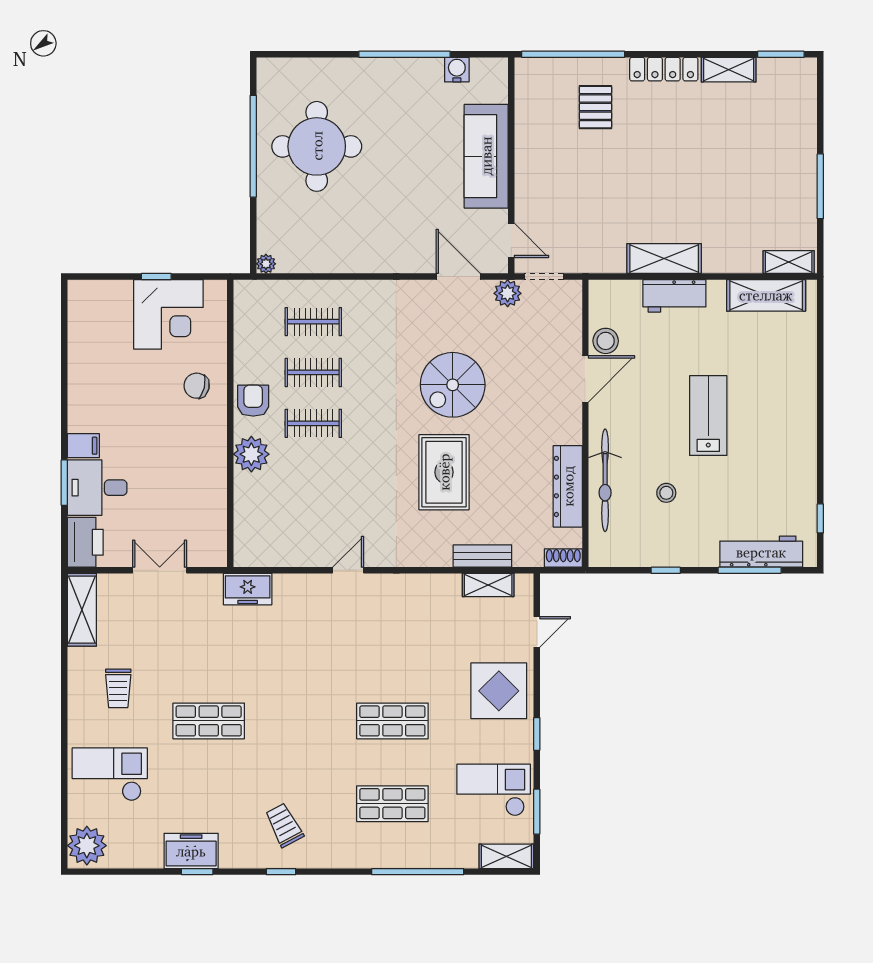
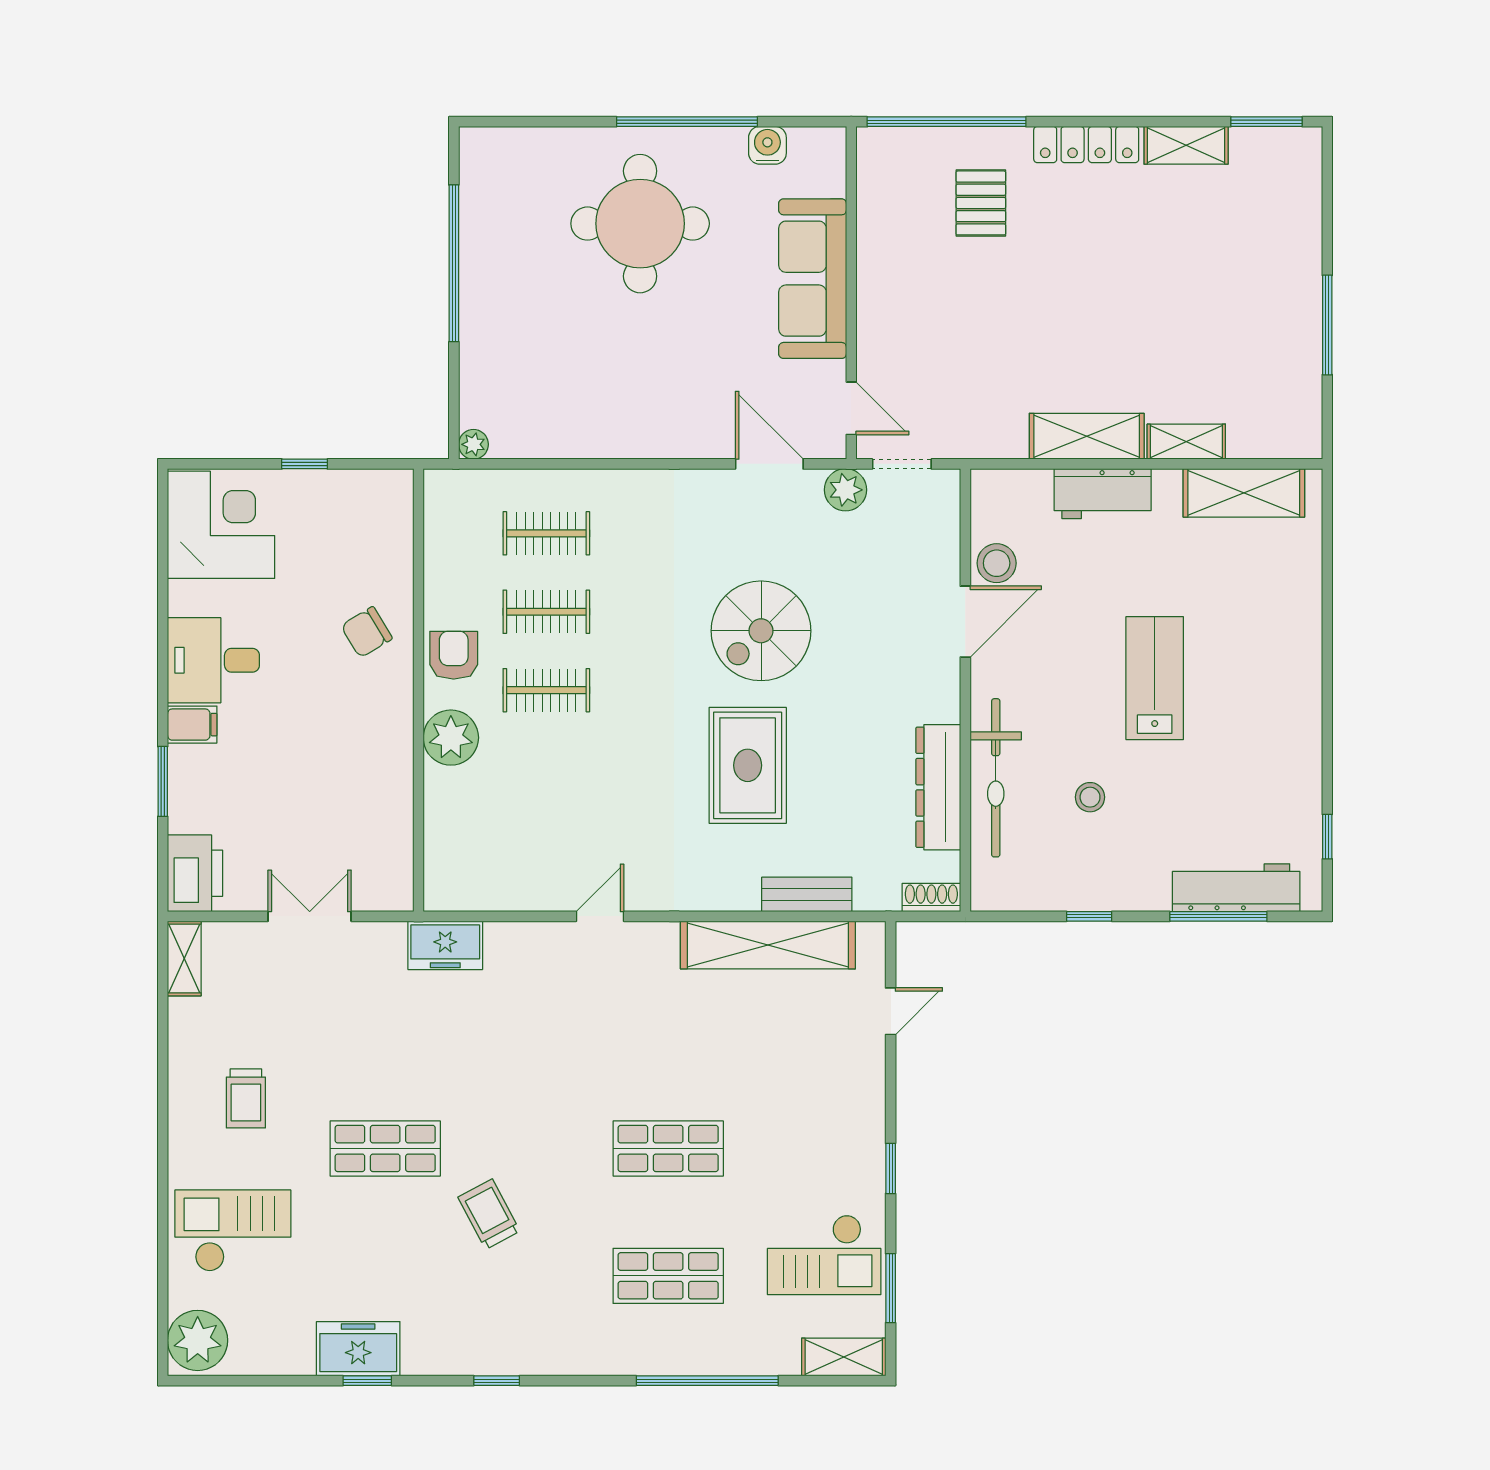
round table: (317, 146) -> (640, 224), moved
shelving: (789, 262) -> (1186, 442), moved
corner desk: (168, 314) -> (221, 525), moved, turned -90
chair: (197, 386) -> (367, 632), turned -44
desk: (97, 488) -> (213, 660), moved
shelving: (488, 585) -> (768, 945), width x2.20, depth x1.33
shelving: (82, 610) -> (184, 958), width x0.67, depth x0.75
display table: (499, 691) -> (832, 1102), removed
checkout: (494, 790) -> (824, 1255), turned 180
trolley: (284, 825) -> (489, 1214), moved

